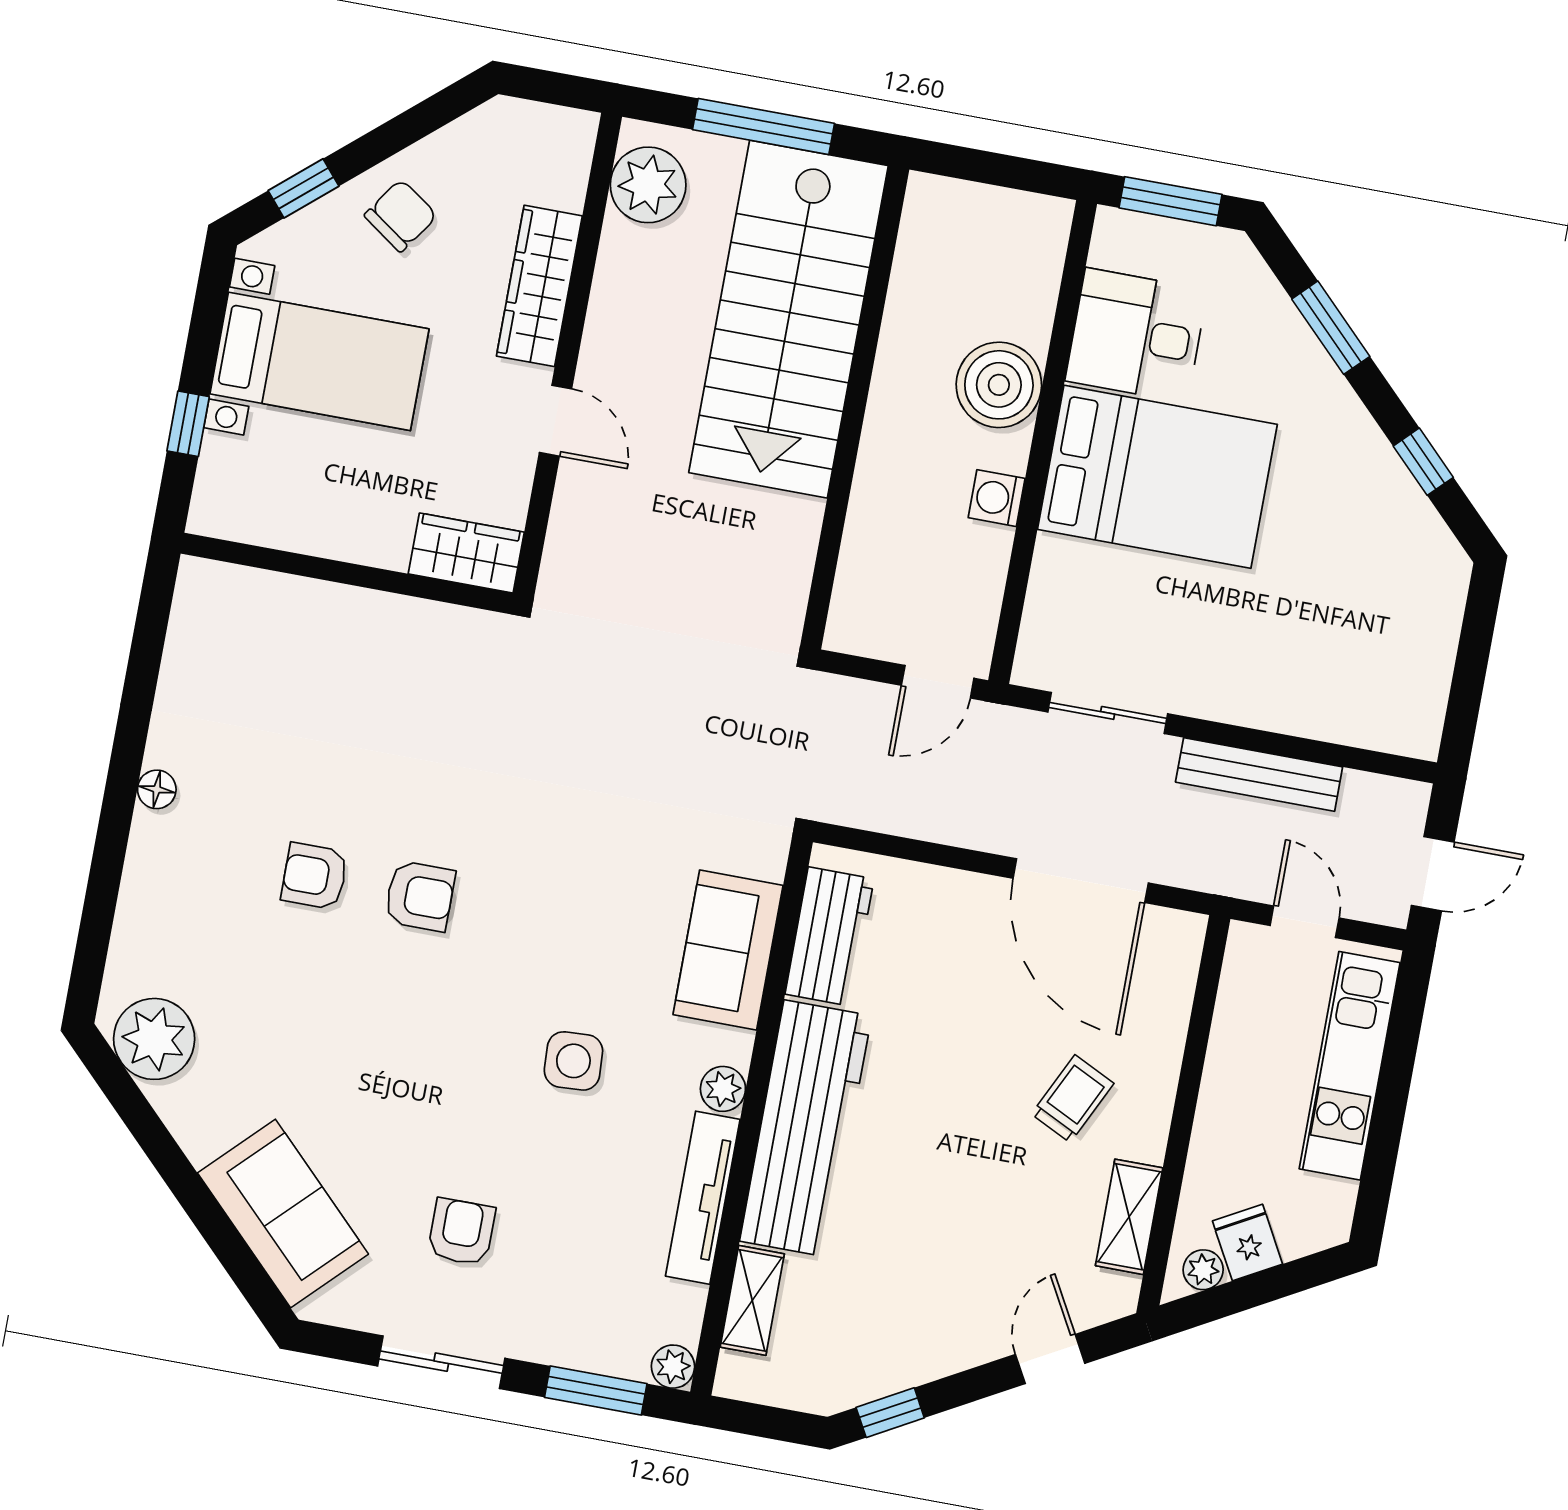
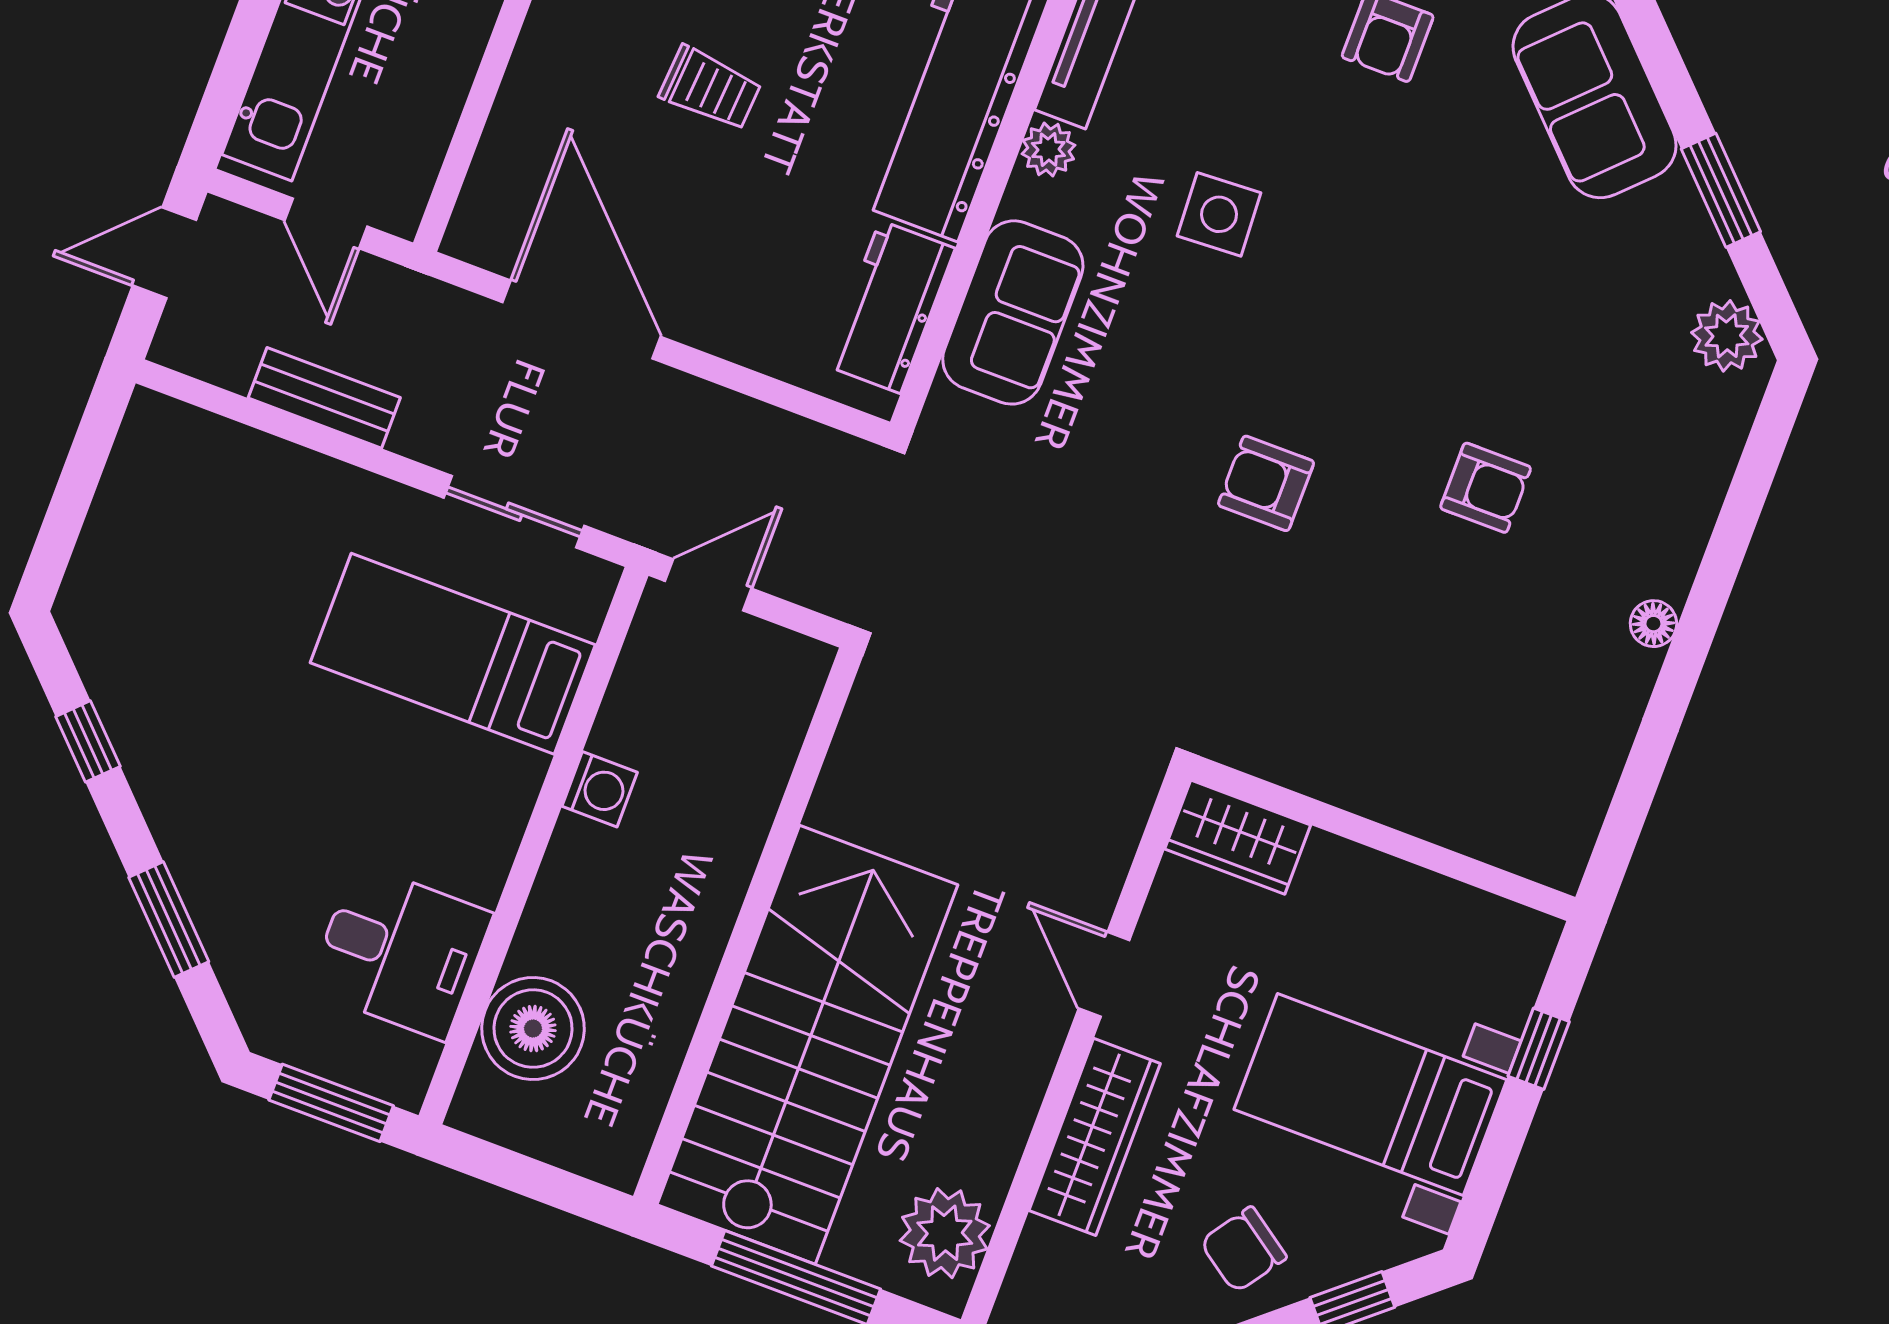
boiler: (999, 385) -> (533, 1029), moved
bed: (1157, 477) -> (453, 654), moved, width x0.67
bench: (1259, 775) -> (324, 398), width x0.73
armchair: (420, 896) -> (1266, 483), moved
plant: (154, 1039) -> (1727, 336), width x0.73, depth x0.73
trolley: (1073, 1099) -> (710, 88), moved, turned -112
window: (165, 1155) -> (1721, 190), added

